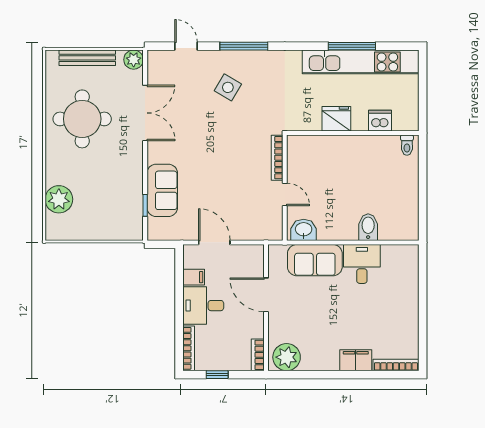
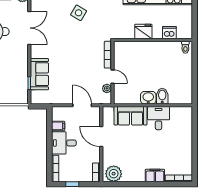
plant: (275, 214) -> (107, 88), added
washbasin: (304, 230) -> (148, 98), moved
door: (214, 242) -> (82, 105), moved

